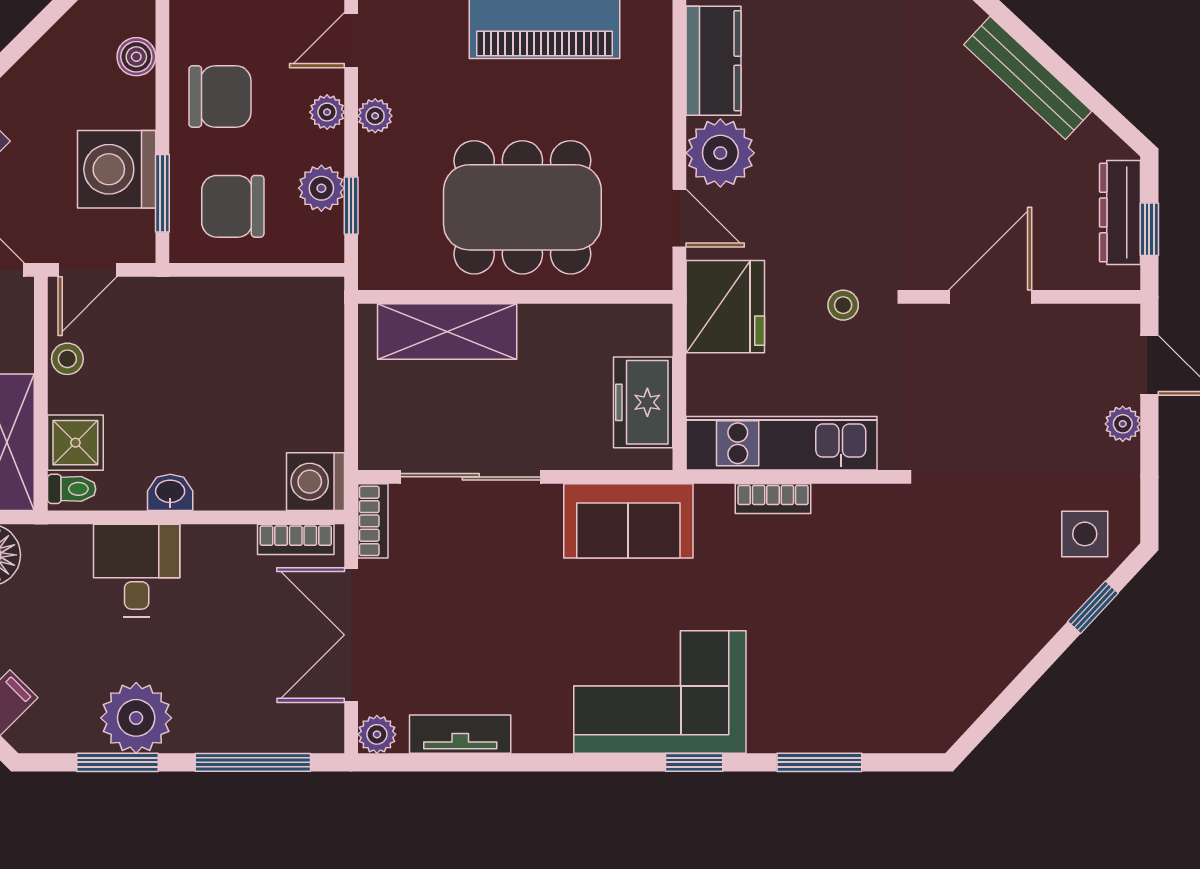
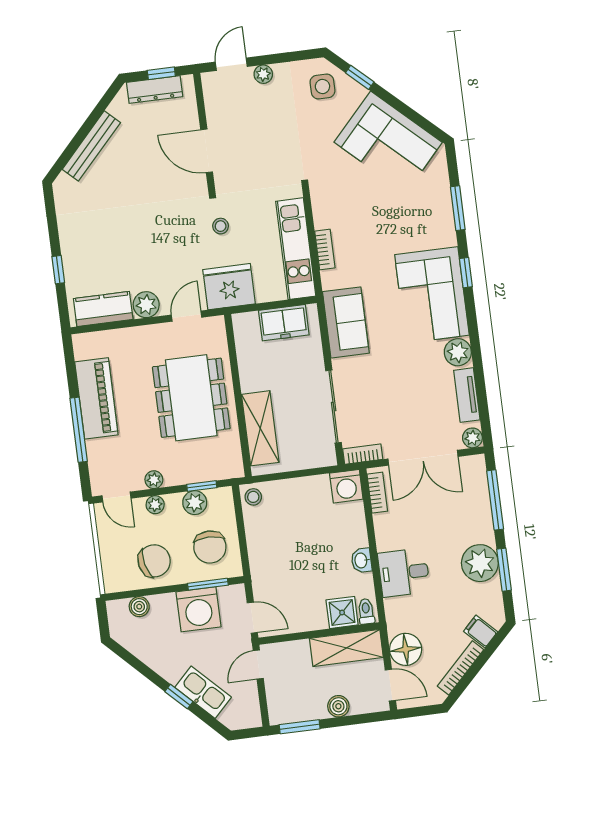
chair: (220, 97) -> (154, 561), turned 77
plant: (720, 153) -> (146, 305), width x0.73, depth x0.73
stool: (67, 359) -> (253, 497), moved
corner sofa: (962, 646) -> (388, 142), added
plant: (544, 727) -> (458, 352), added

